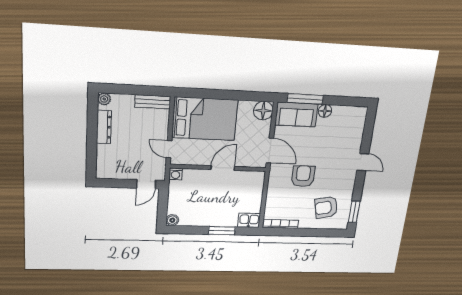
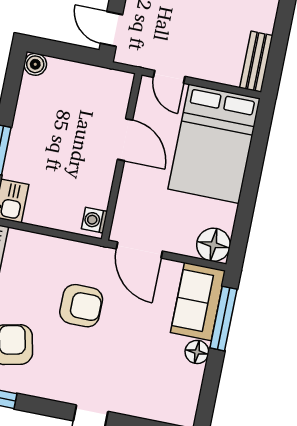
door: (169, 149) -> (169, 77), swing flipped
door: (270, 151) -> (139, 250), hinge flipped
door: (223, 168) -> (125, 140), moved
washing machine: (176, 174) -> (94, 220), moved

